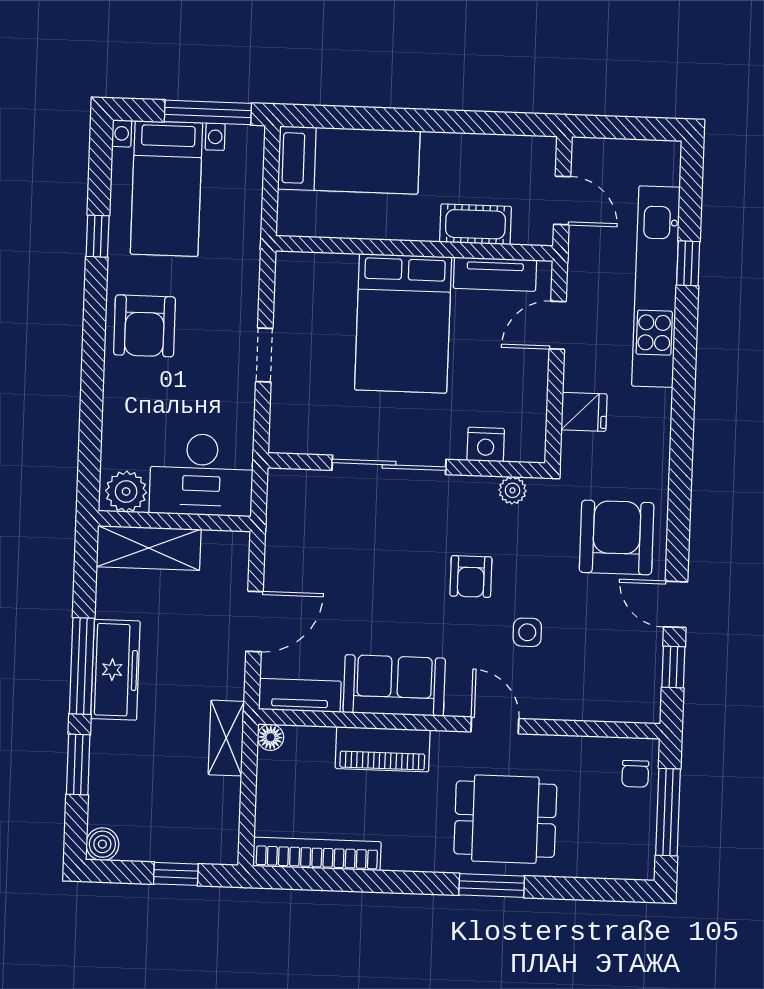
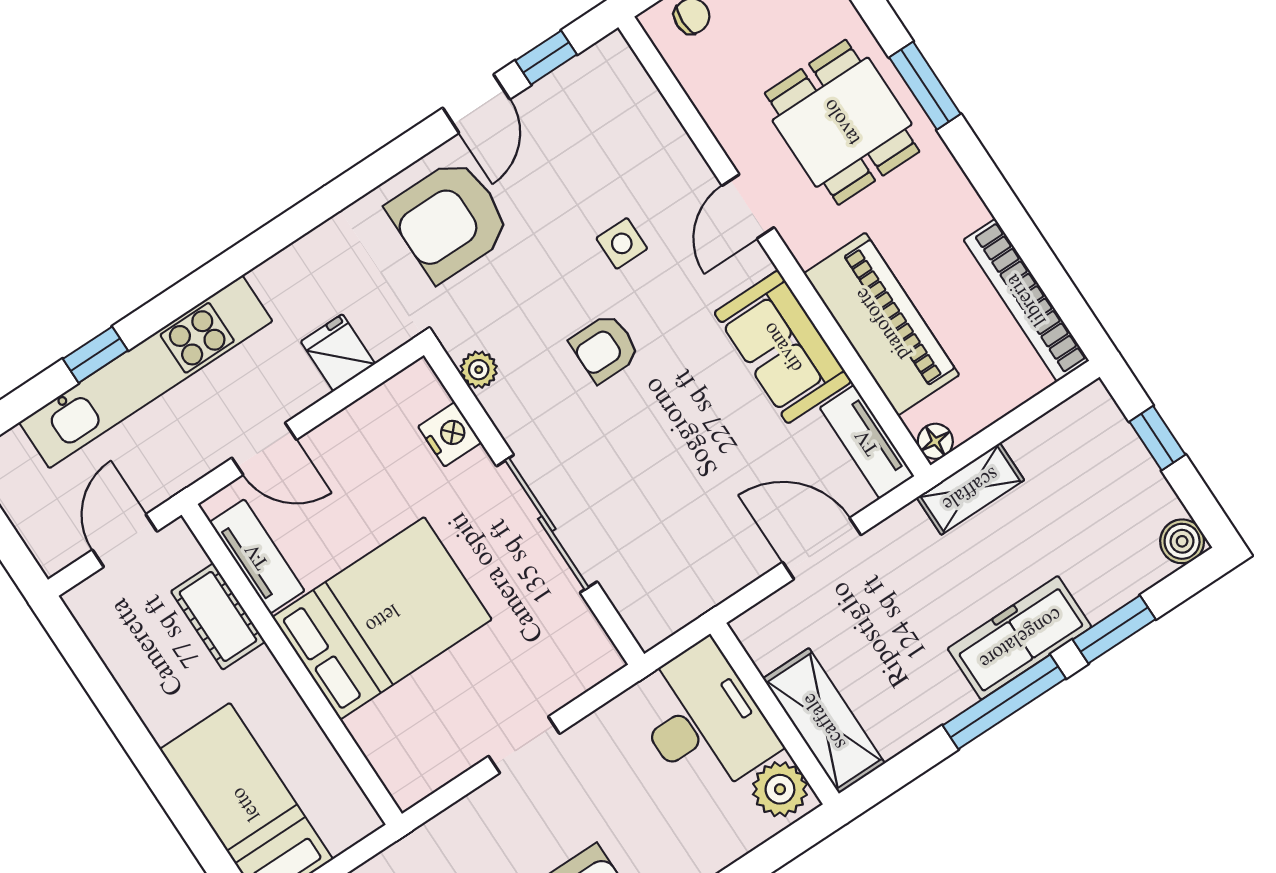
armchair: (471, 576) -> (605, 348), turned 180
freezer: (115, 670) -> (1020, 638), moved
piano: (383, 749) -> (882, 324), width x1.37, depth x1.33

